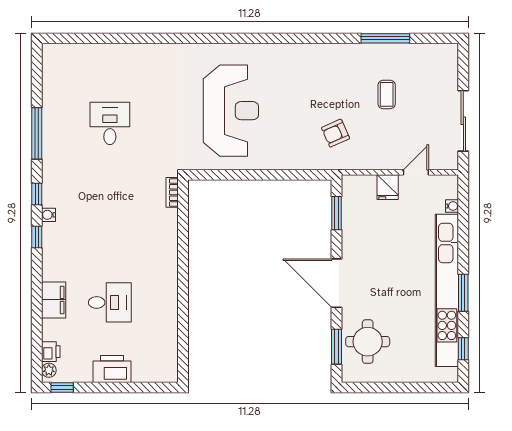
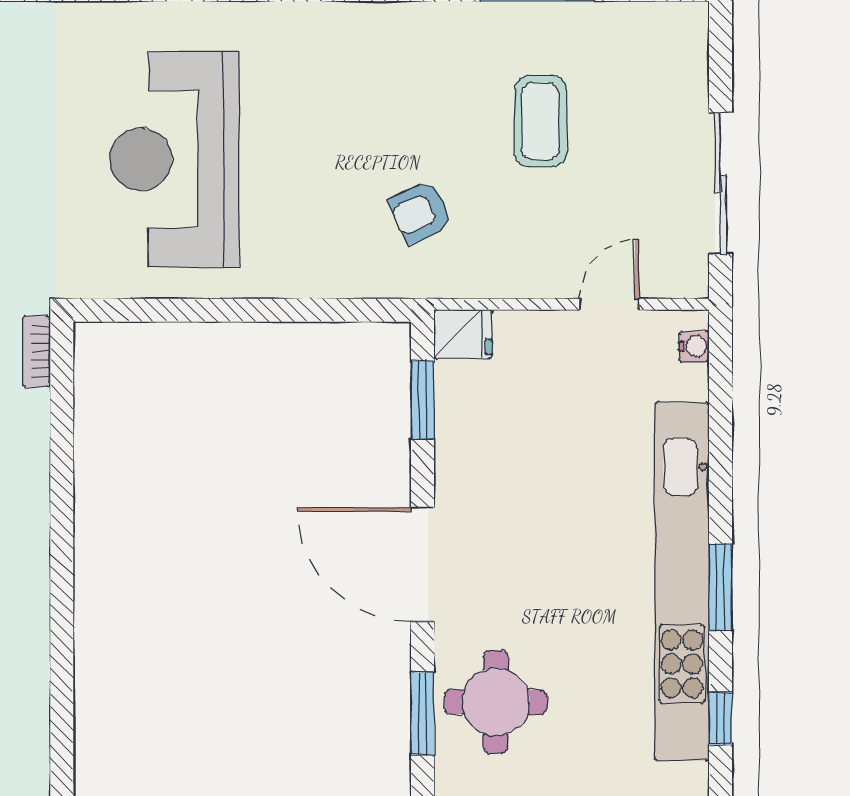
coffee table: (387, 94) -> (540, 121), width x1.36, depth x1.30
reception desk: (231, 111) -> (174, 159), turned 180
fridge: (388, 187) -> (463, 334), moved, turned -90
water cooler: (452, 206) -> (694, 346), moved

